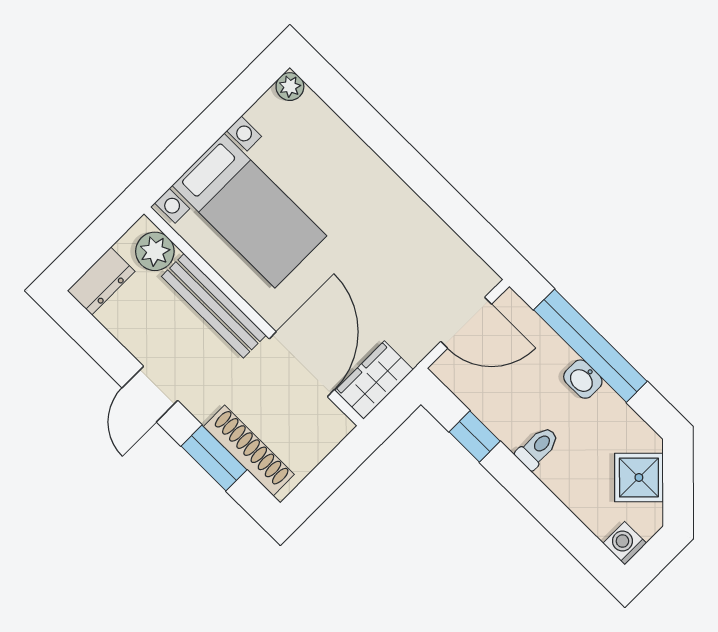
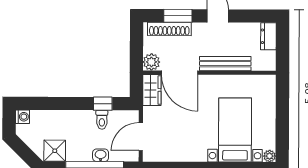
bed with nightstands: (249, 211) -> (235, 130), moved, turned 90
plant: (155, 251) -> (151, 62), moved
washbasin: (583, 379) -> (101, 155), moved
toilet: (538, 448) -> (102, 120), moved
shower: (639, 477) -> (55, 151), moved, turned 45

